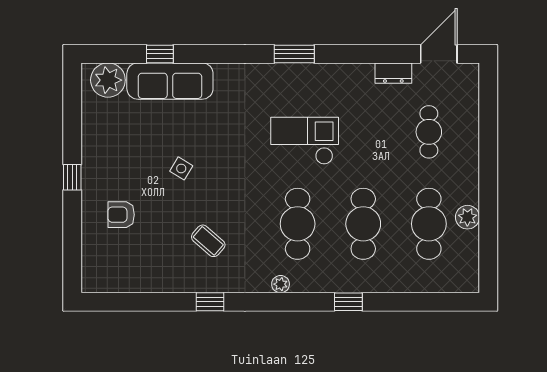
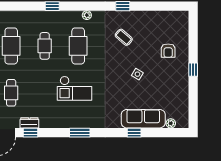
window: (160, 54) -> (134, 133), moved
window: (391, 54) -> (31, 133), added
plant: (108, 80) -> (171, 123), width x0.53, depth x0.53
armchair: (121, 215) -> (168, 51), turned 90
cafe table: (363, 224) -> (45, 46), width x0.73, depth x0.74

